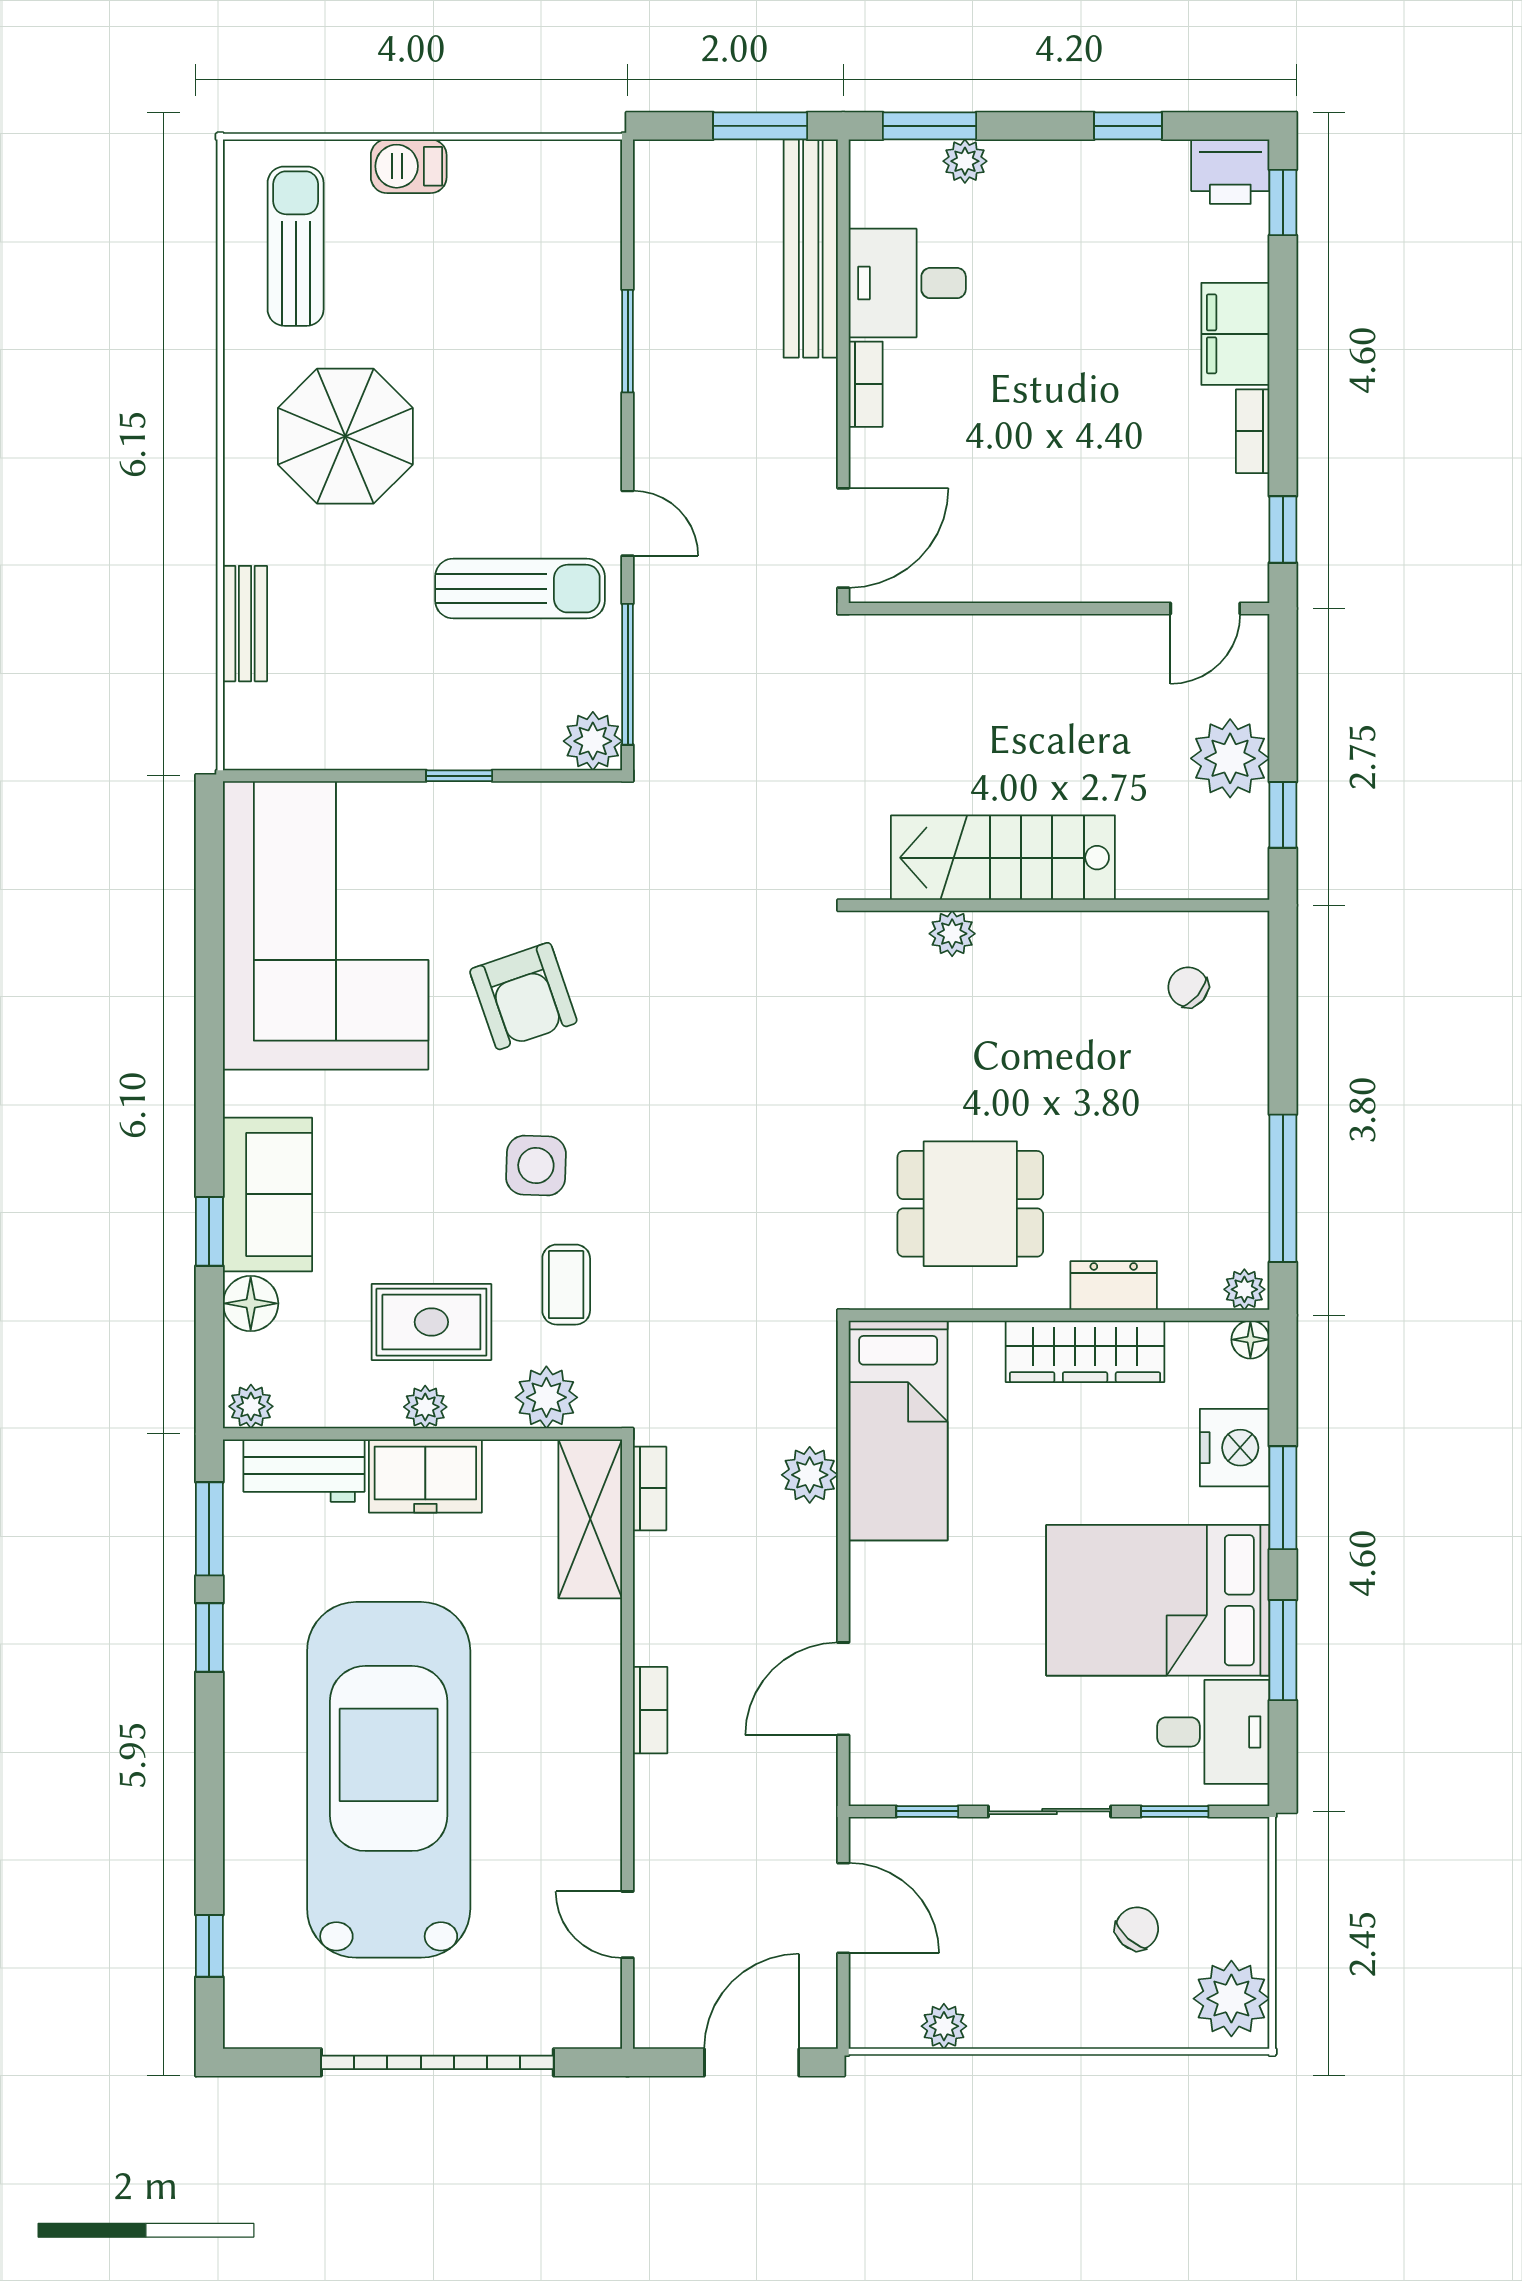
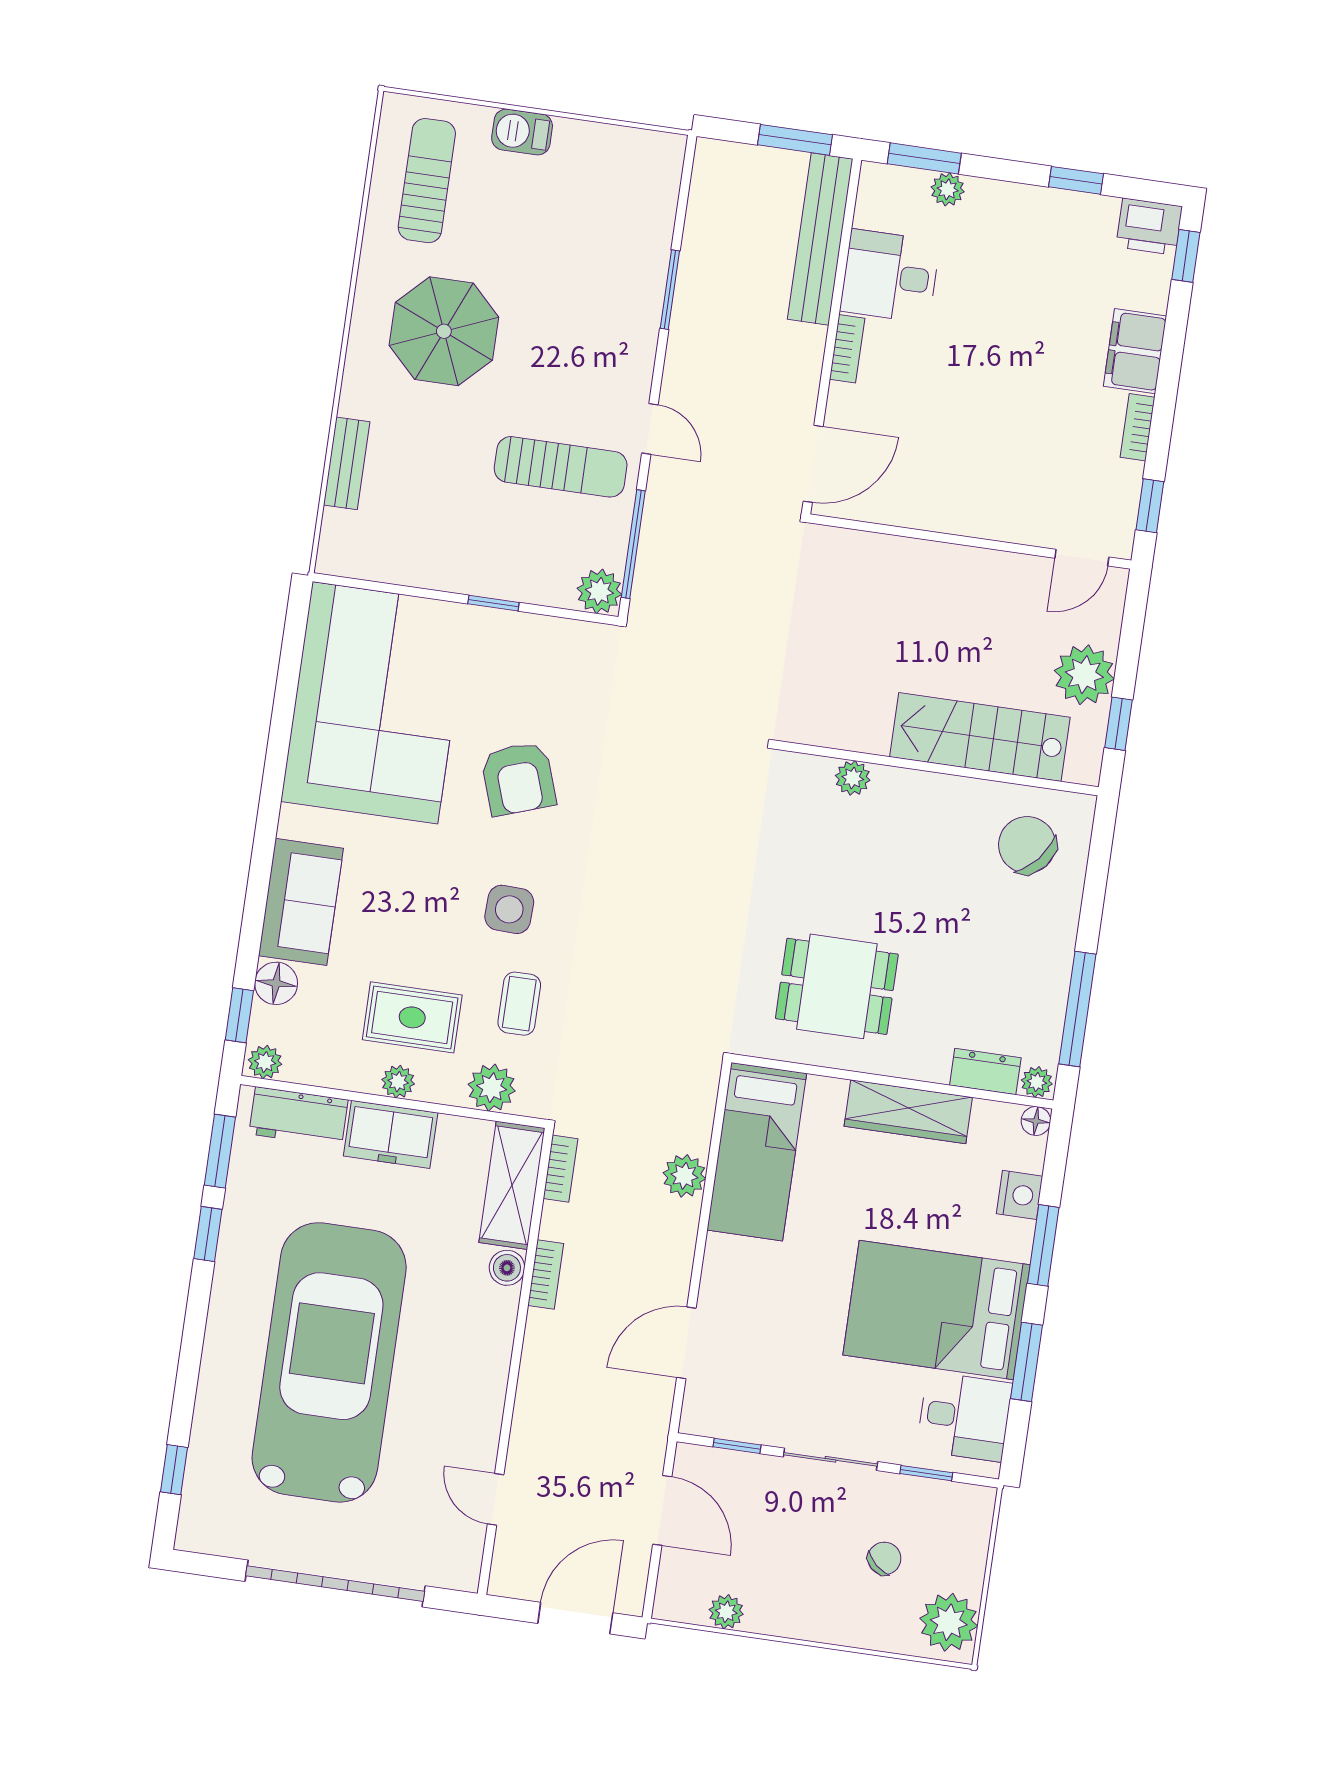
stairs: (1003, 858) -> (980, 737), moved
chair: (1188, 987) -> (1027, 845), width x1.87, depth x1.87
window: (209, 1231) -> (239, 1015), moved
dresser: (1114, 1285) -> (985, 1072), moved
nightstand: (1235, 1448) -> (1020, 1195), width x0.74, depth x0.75
boiler: (599, 1626) -> (507, 1268), added
bookcase: (650, 1710) -> (546, 1275), moved

